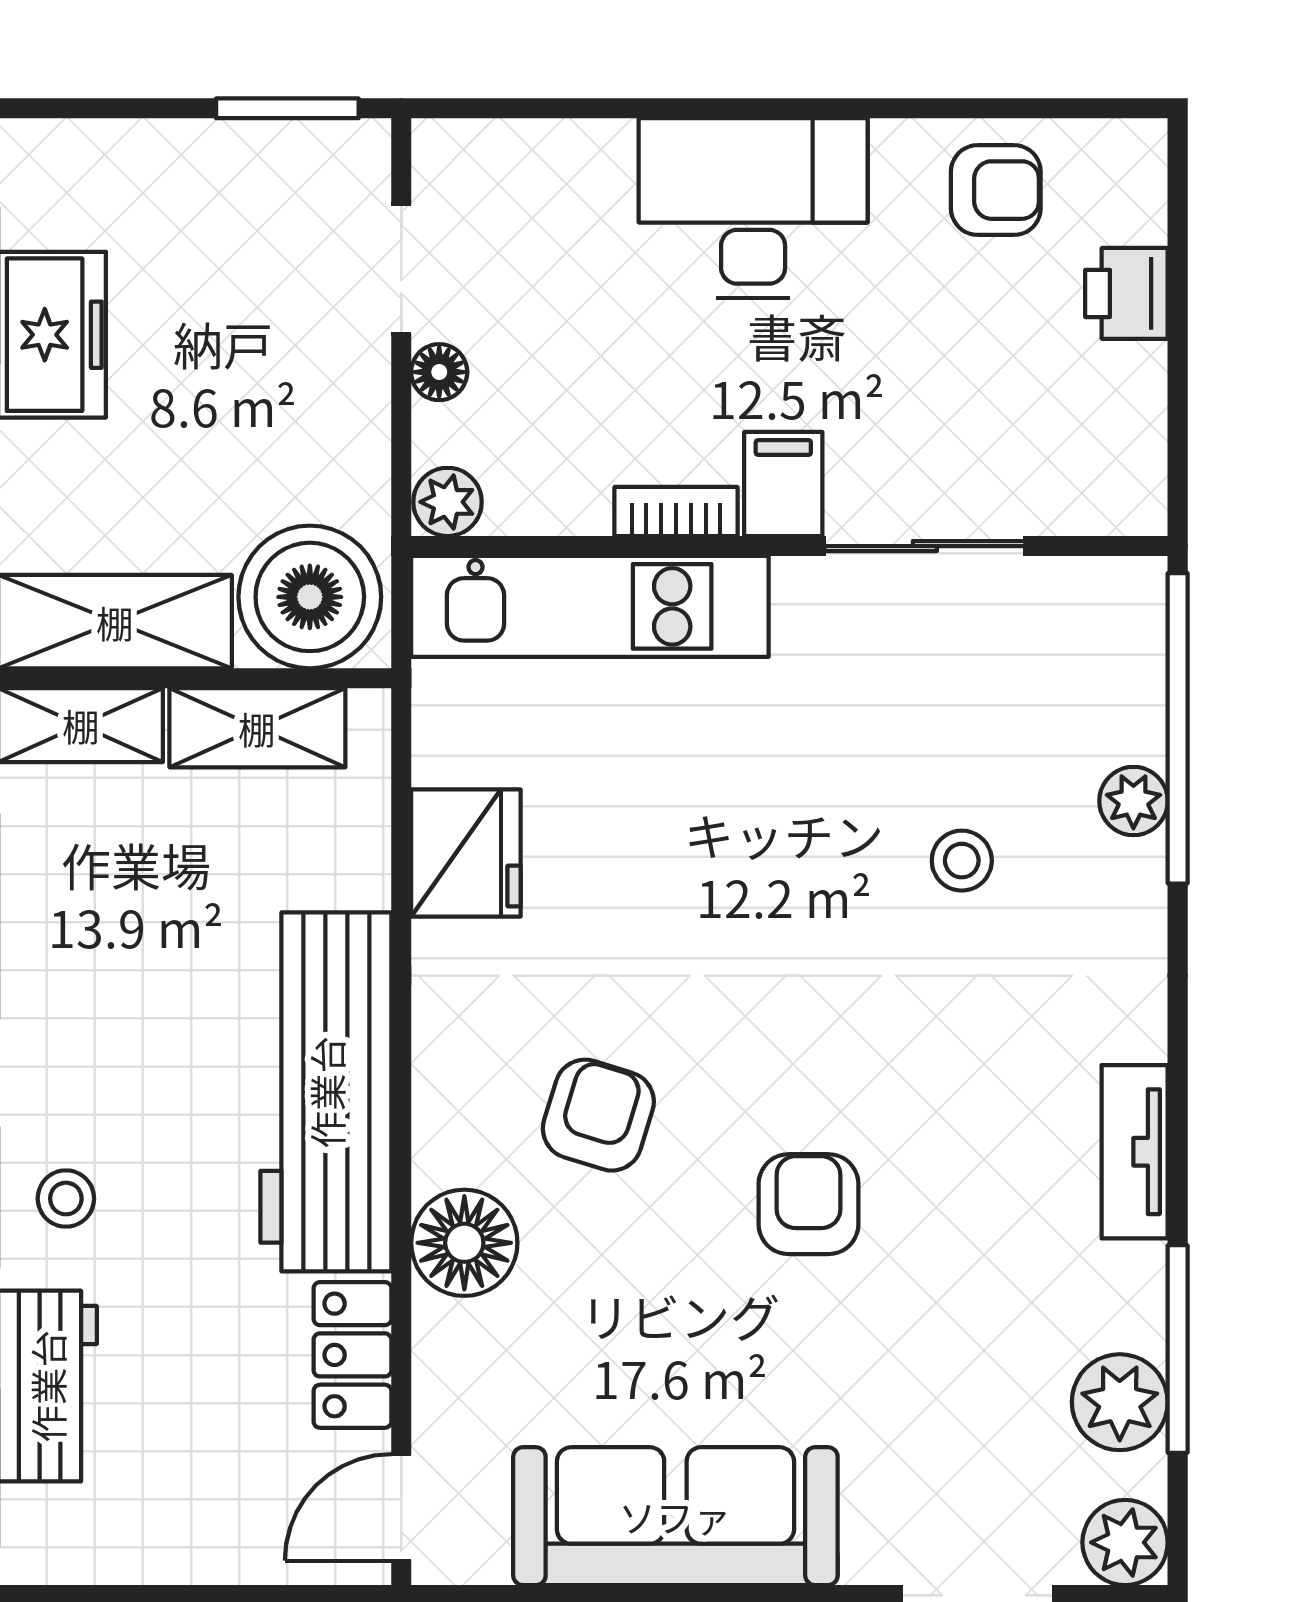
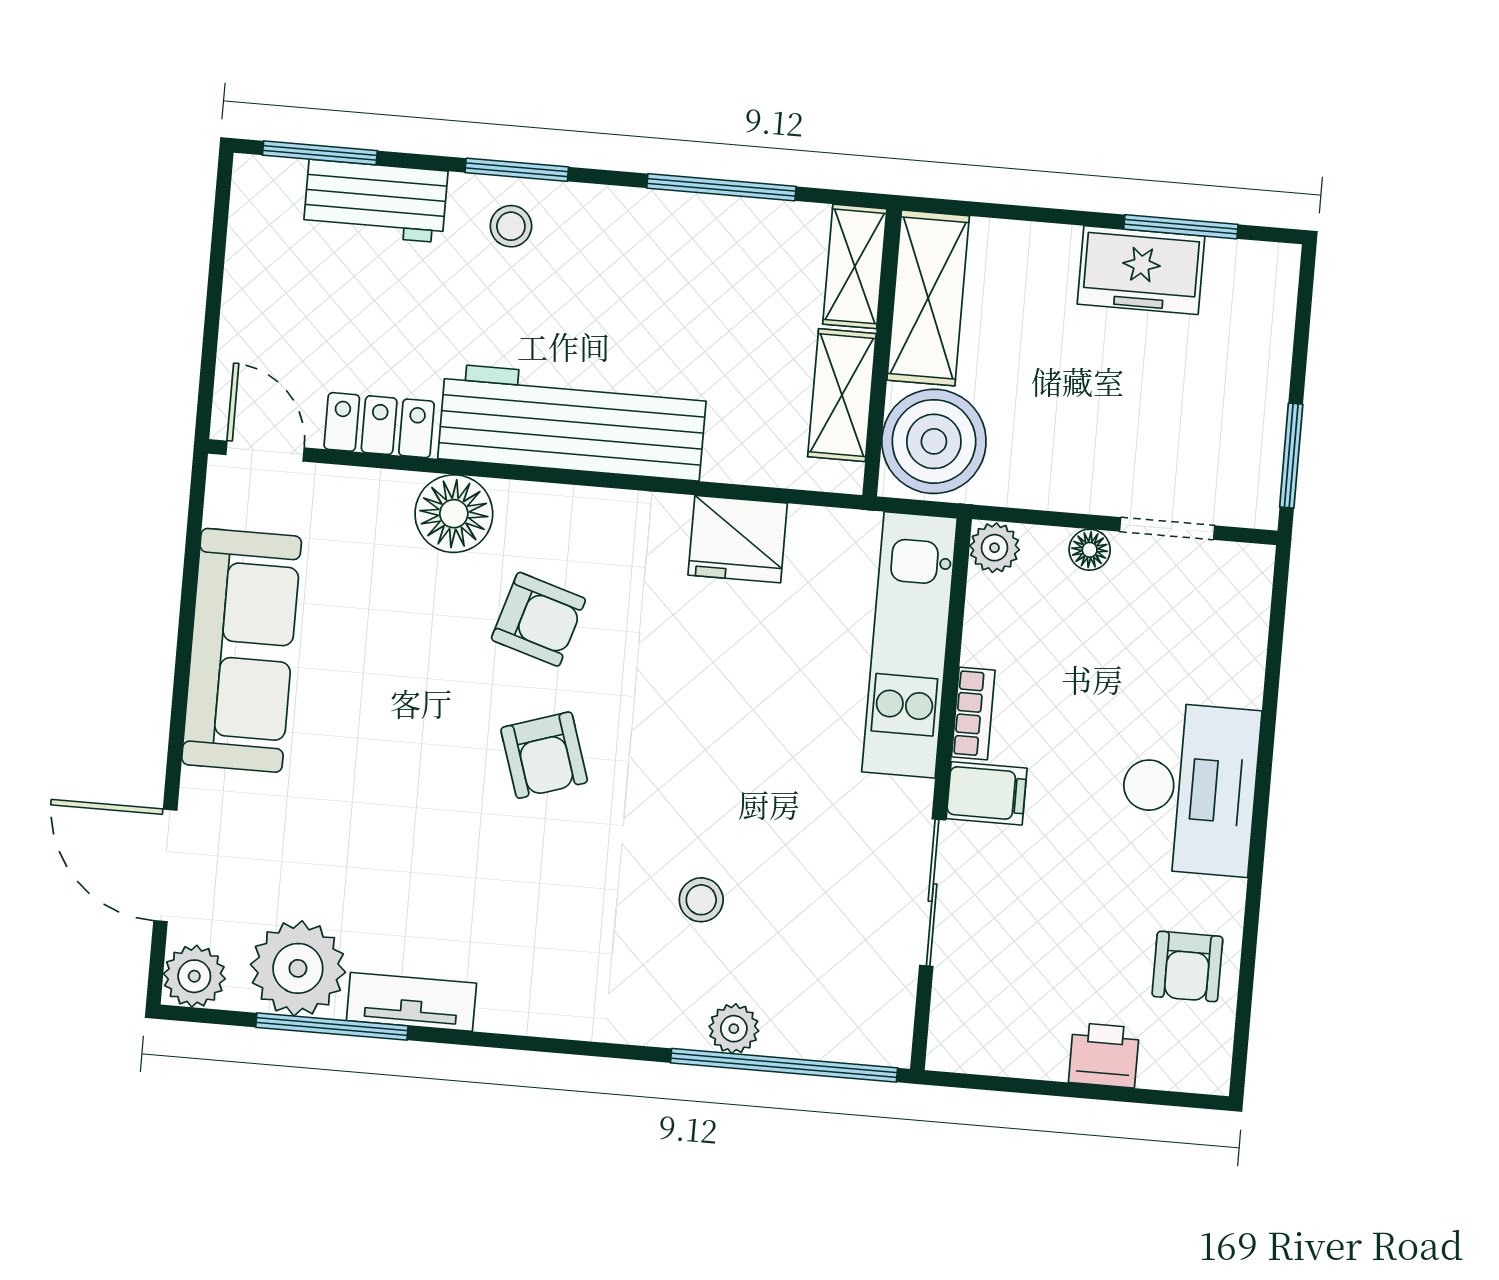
tv unit: (1135, 1152) -> (411, 1002), moved
armchair: (808, 1204) -> (544, 755), moved, turned 72
plant: (1120, 1402) -> (298, 968), width x1.36, depth x1.36

